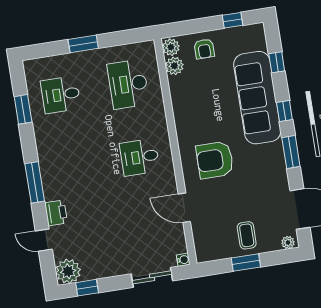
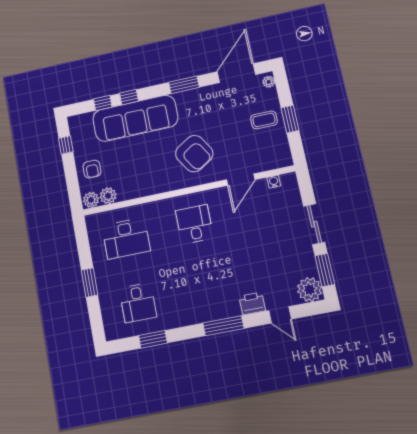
armchair: (204, 49) -> (92, 169), turned 90
window: (284, 111) -> (129, 97), moved
desk: (140, 157) -> (194, 224), turned 180
armchair: (215, 160) -> (194, 154), turned -32
door: (44, 240) -> (280, 315), hinge flipped
water cooler: (183, 260) -> (274, 182), moved
sliding door: (152, 277) -> (314, 224), moved
window: (87, 288) -> (325, 270), width x1.50

